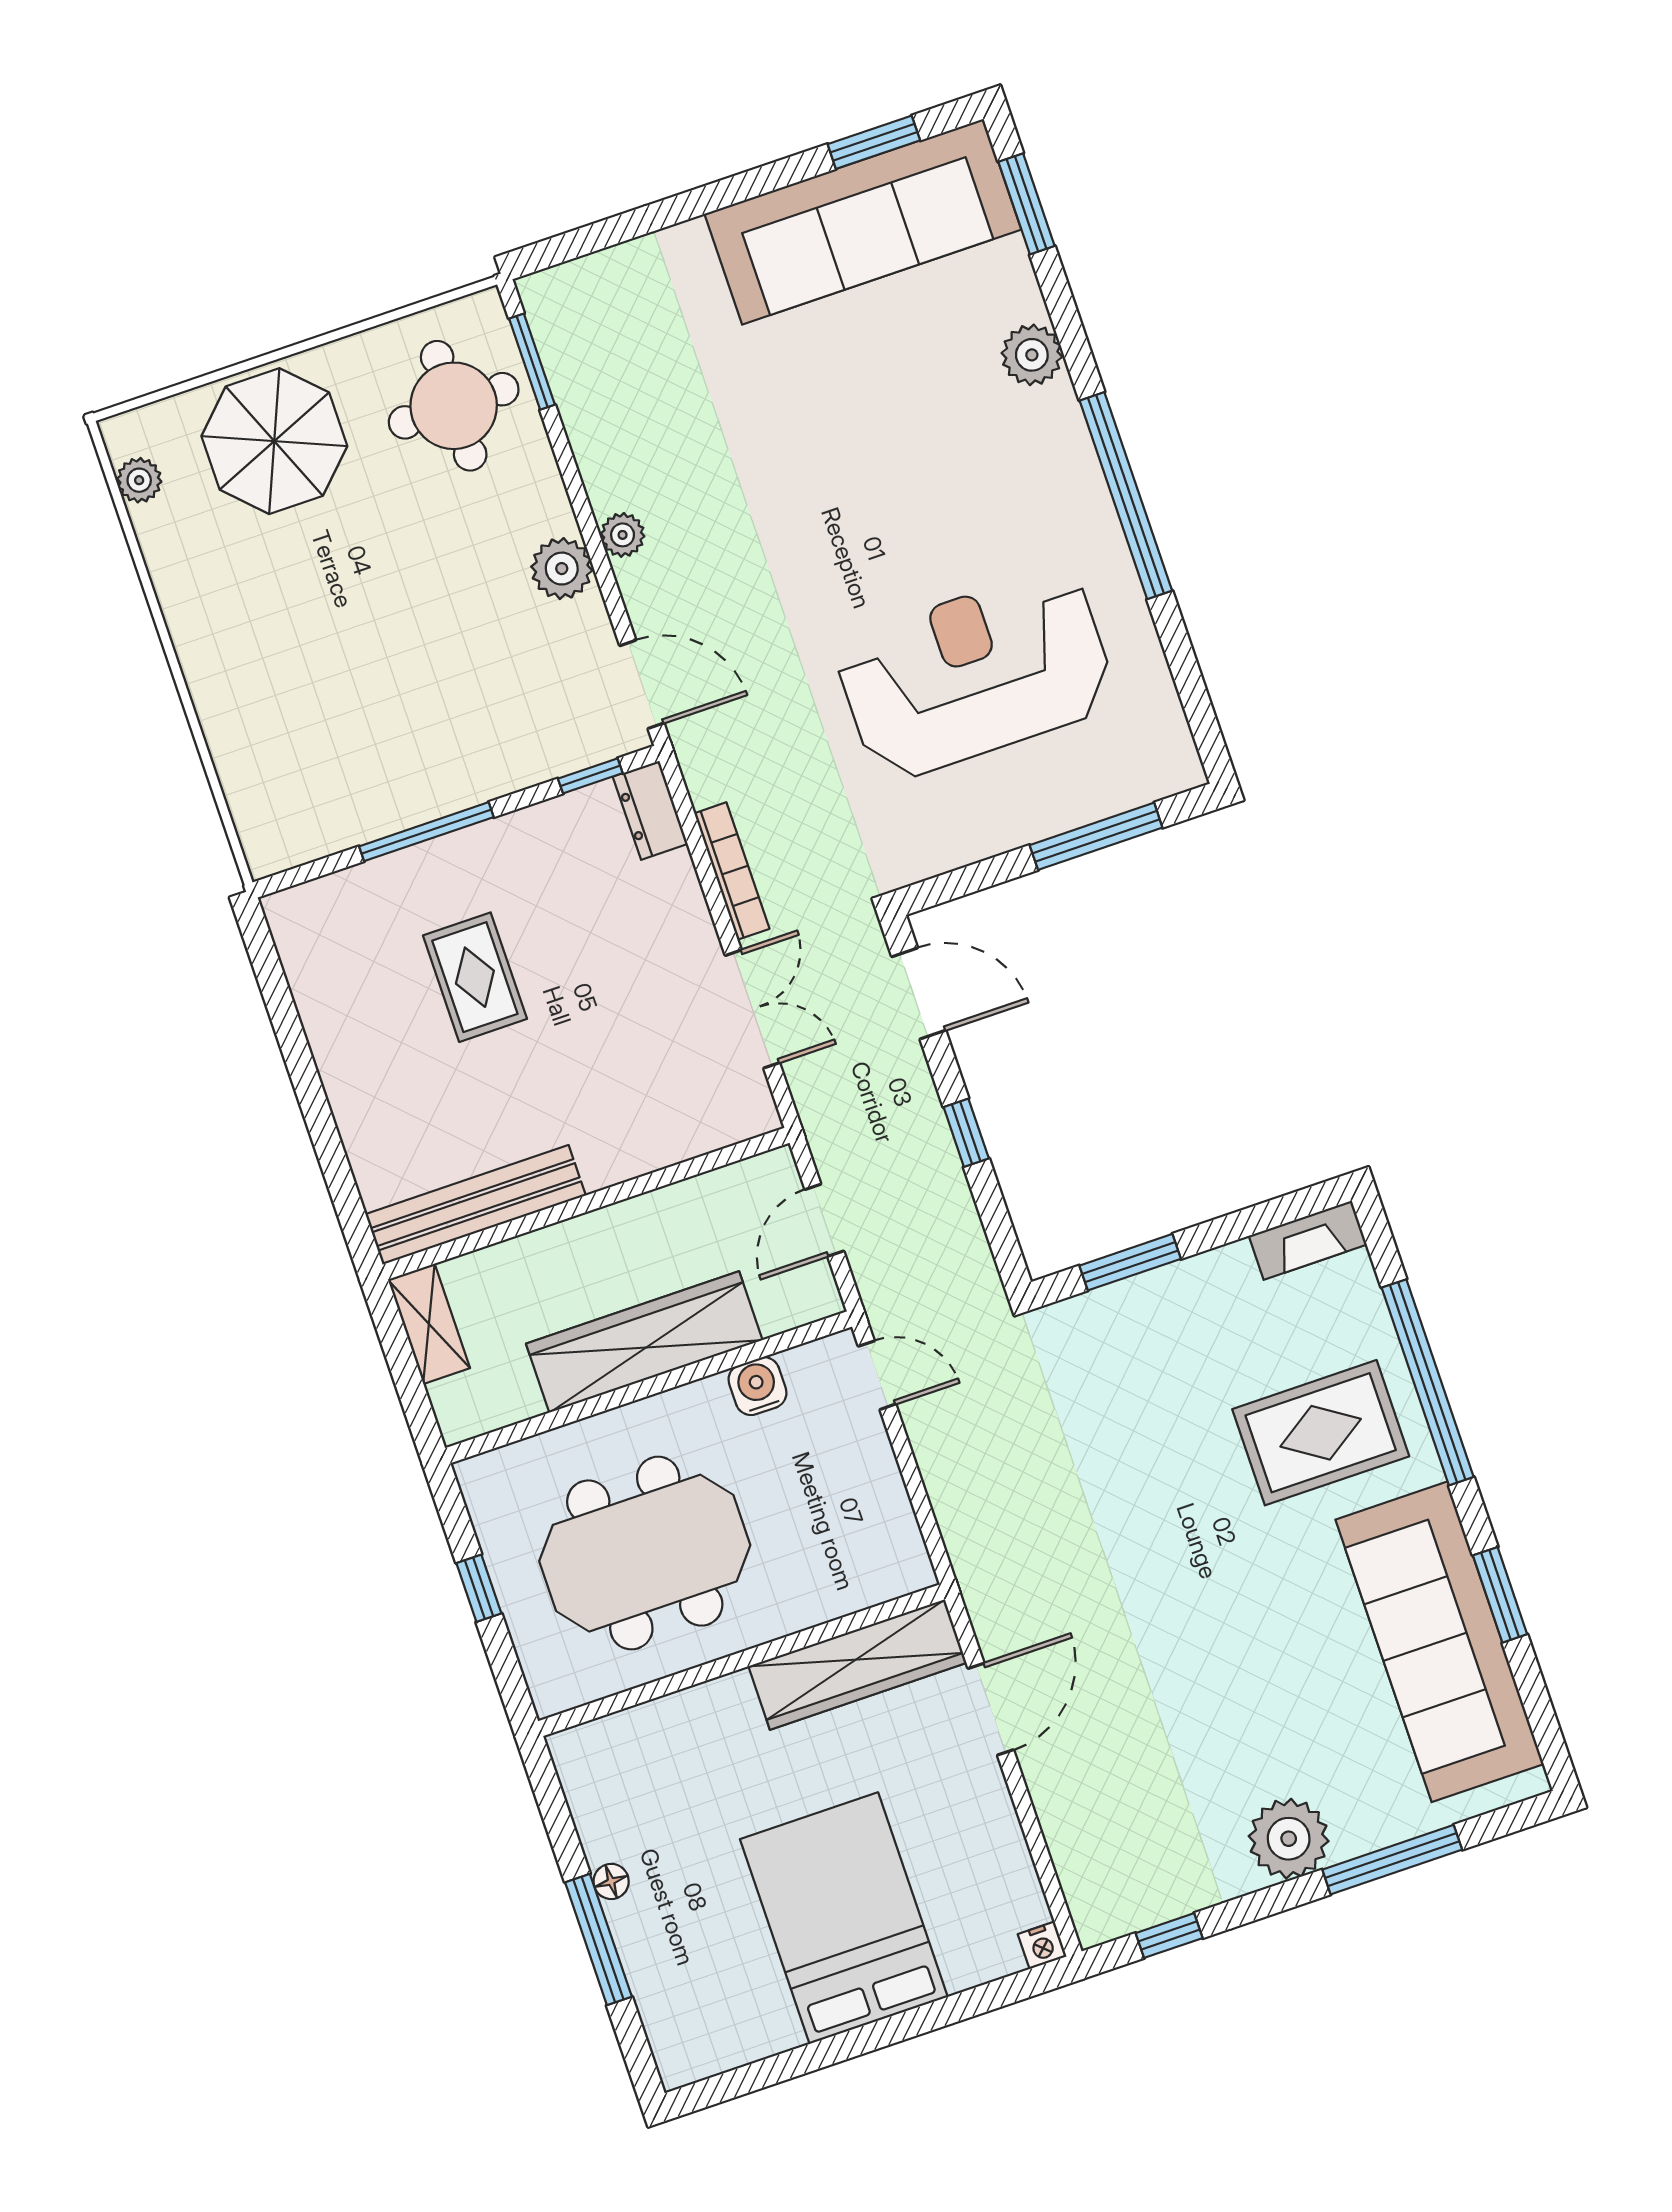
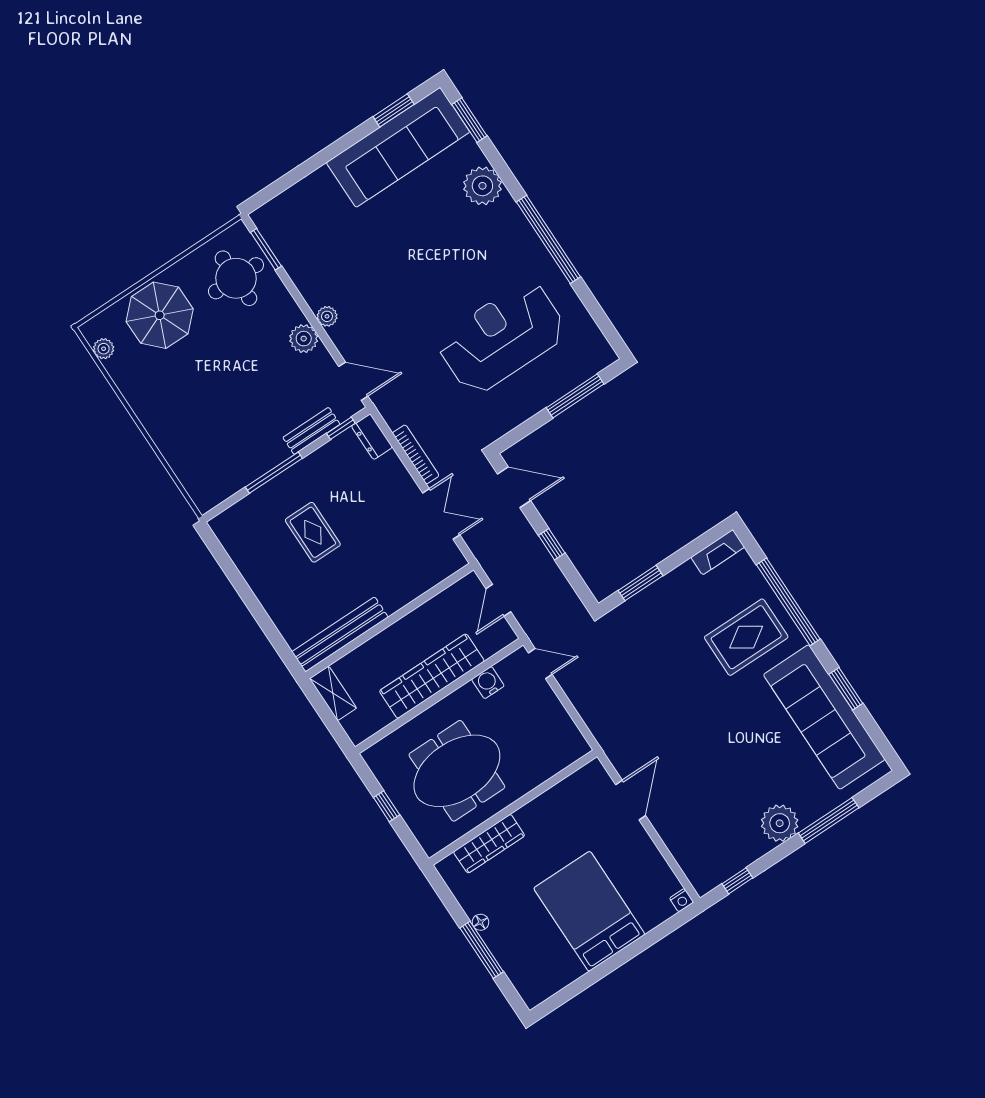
plant: (1032, 355) -> (482, 186), width x1.36, depth x1.36
bench: (527, 765) -> (311, 431), added
wardrobe: (858, 1665) -> (489, 844), moved, width x0.71, depth x0.85

